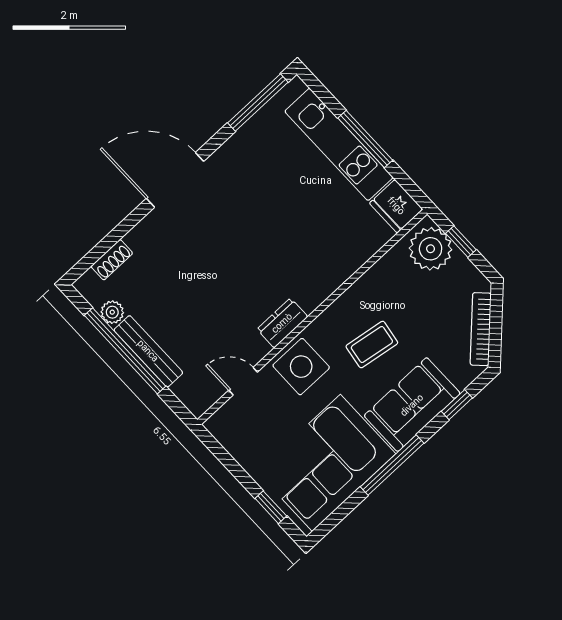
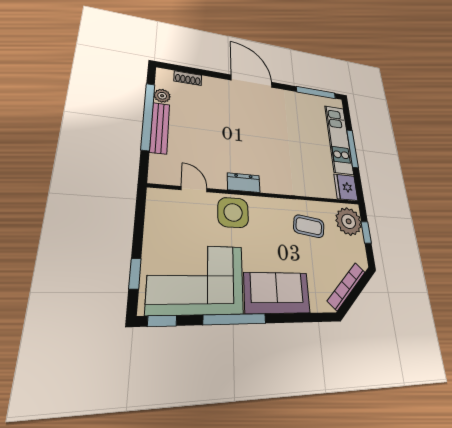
coffee table: (372, 345) -> (309, 226), moved
window: (457, 405) -> (162, 321), moved

